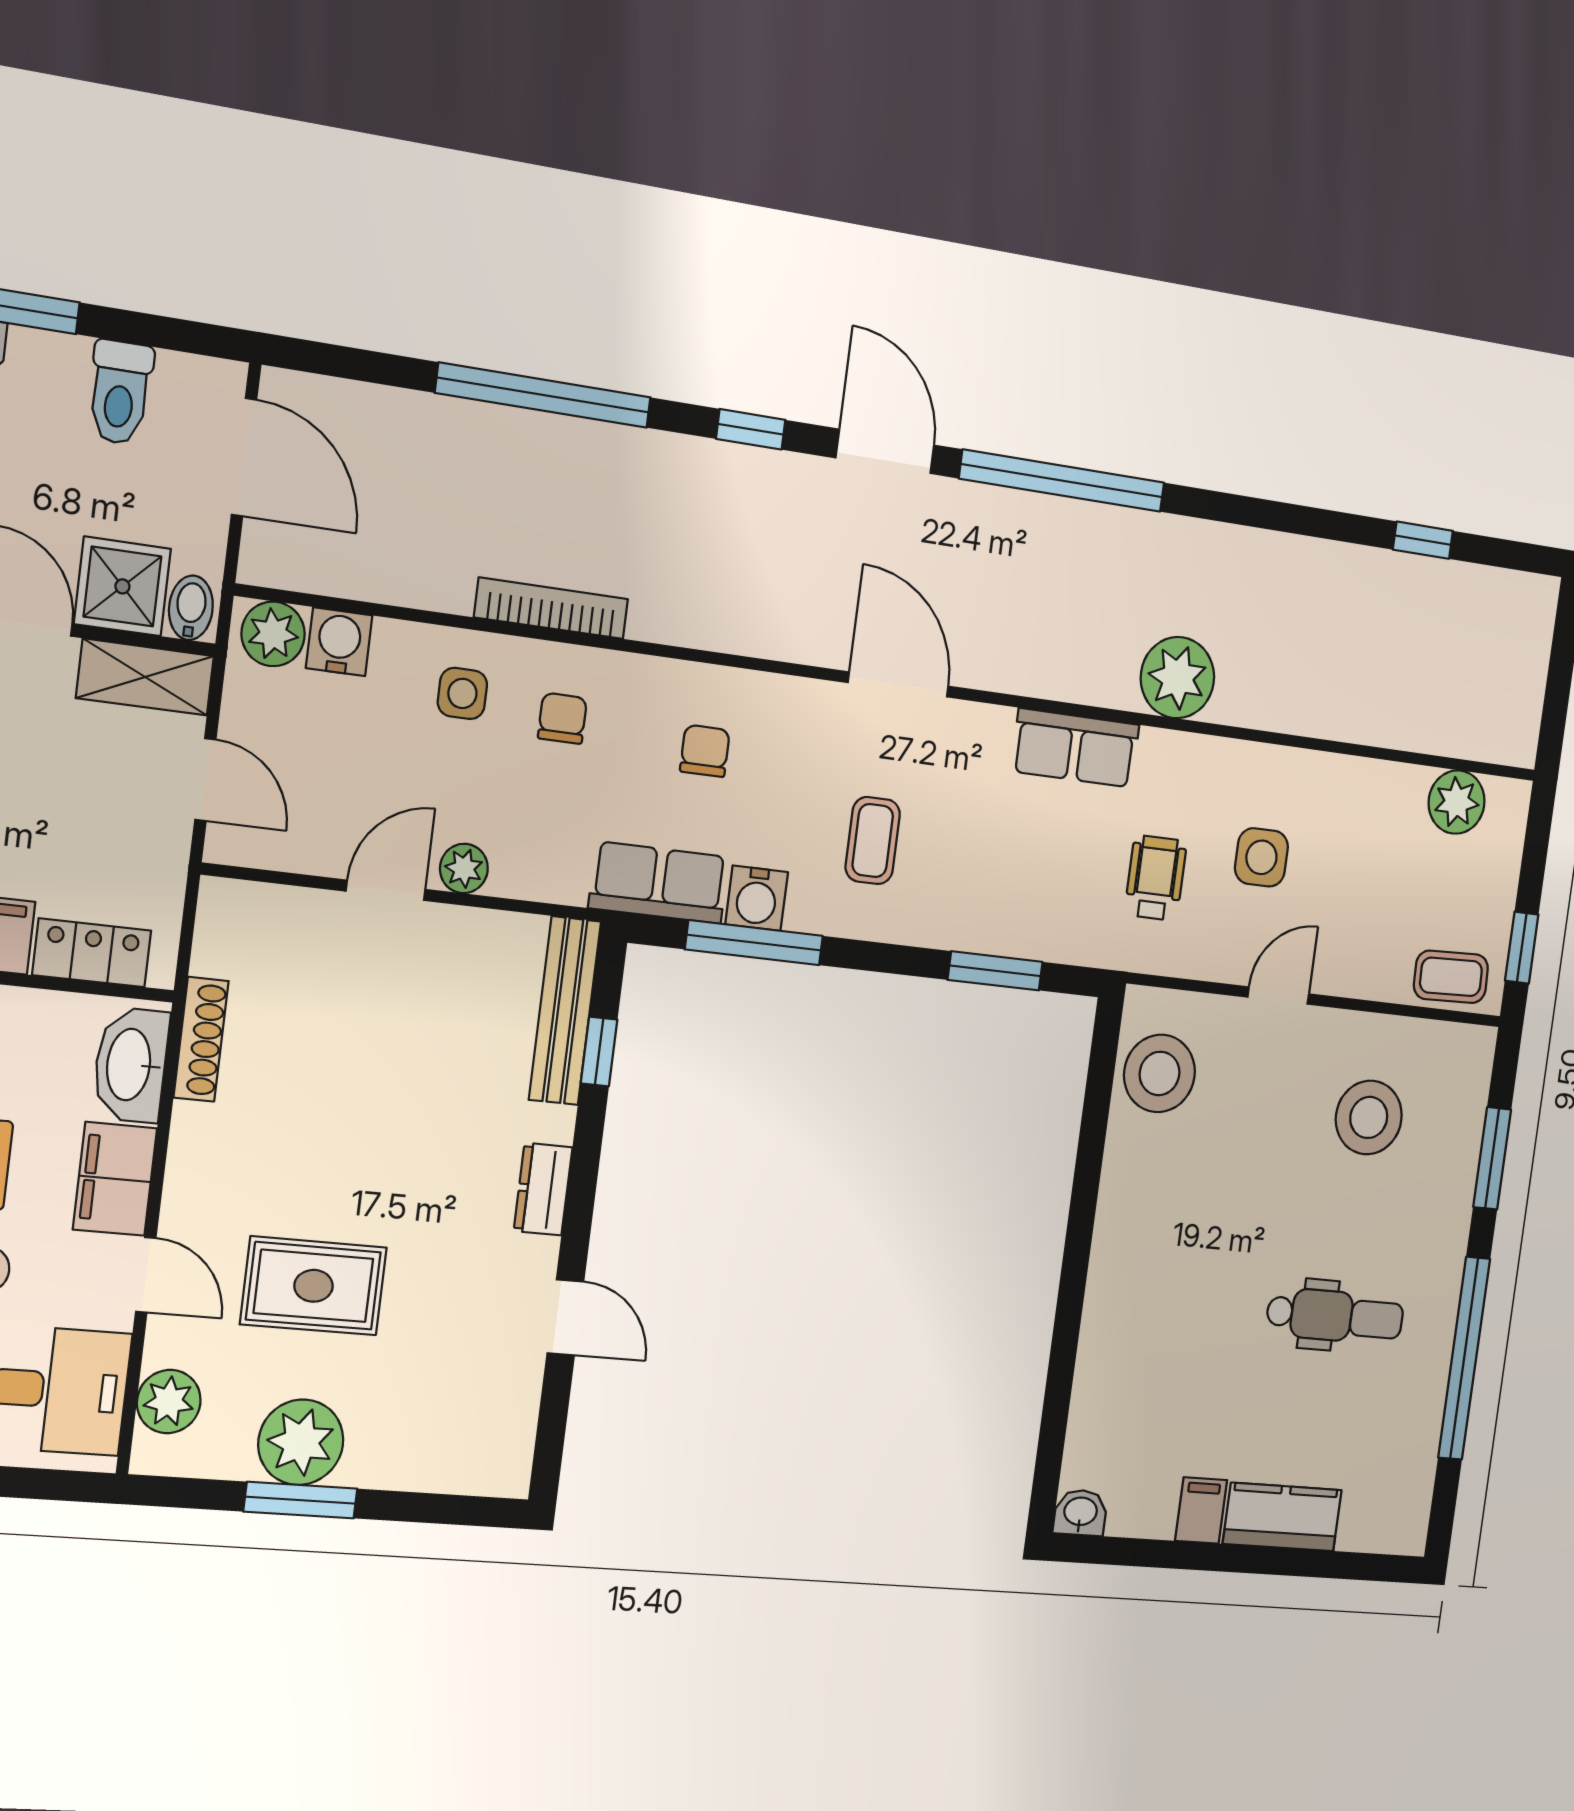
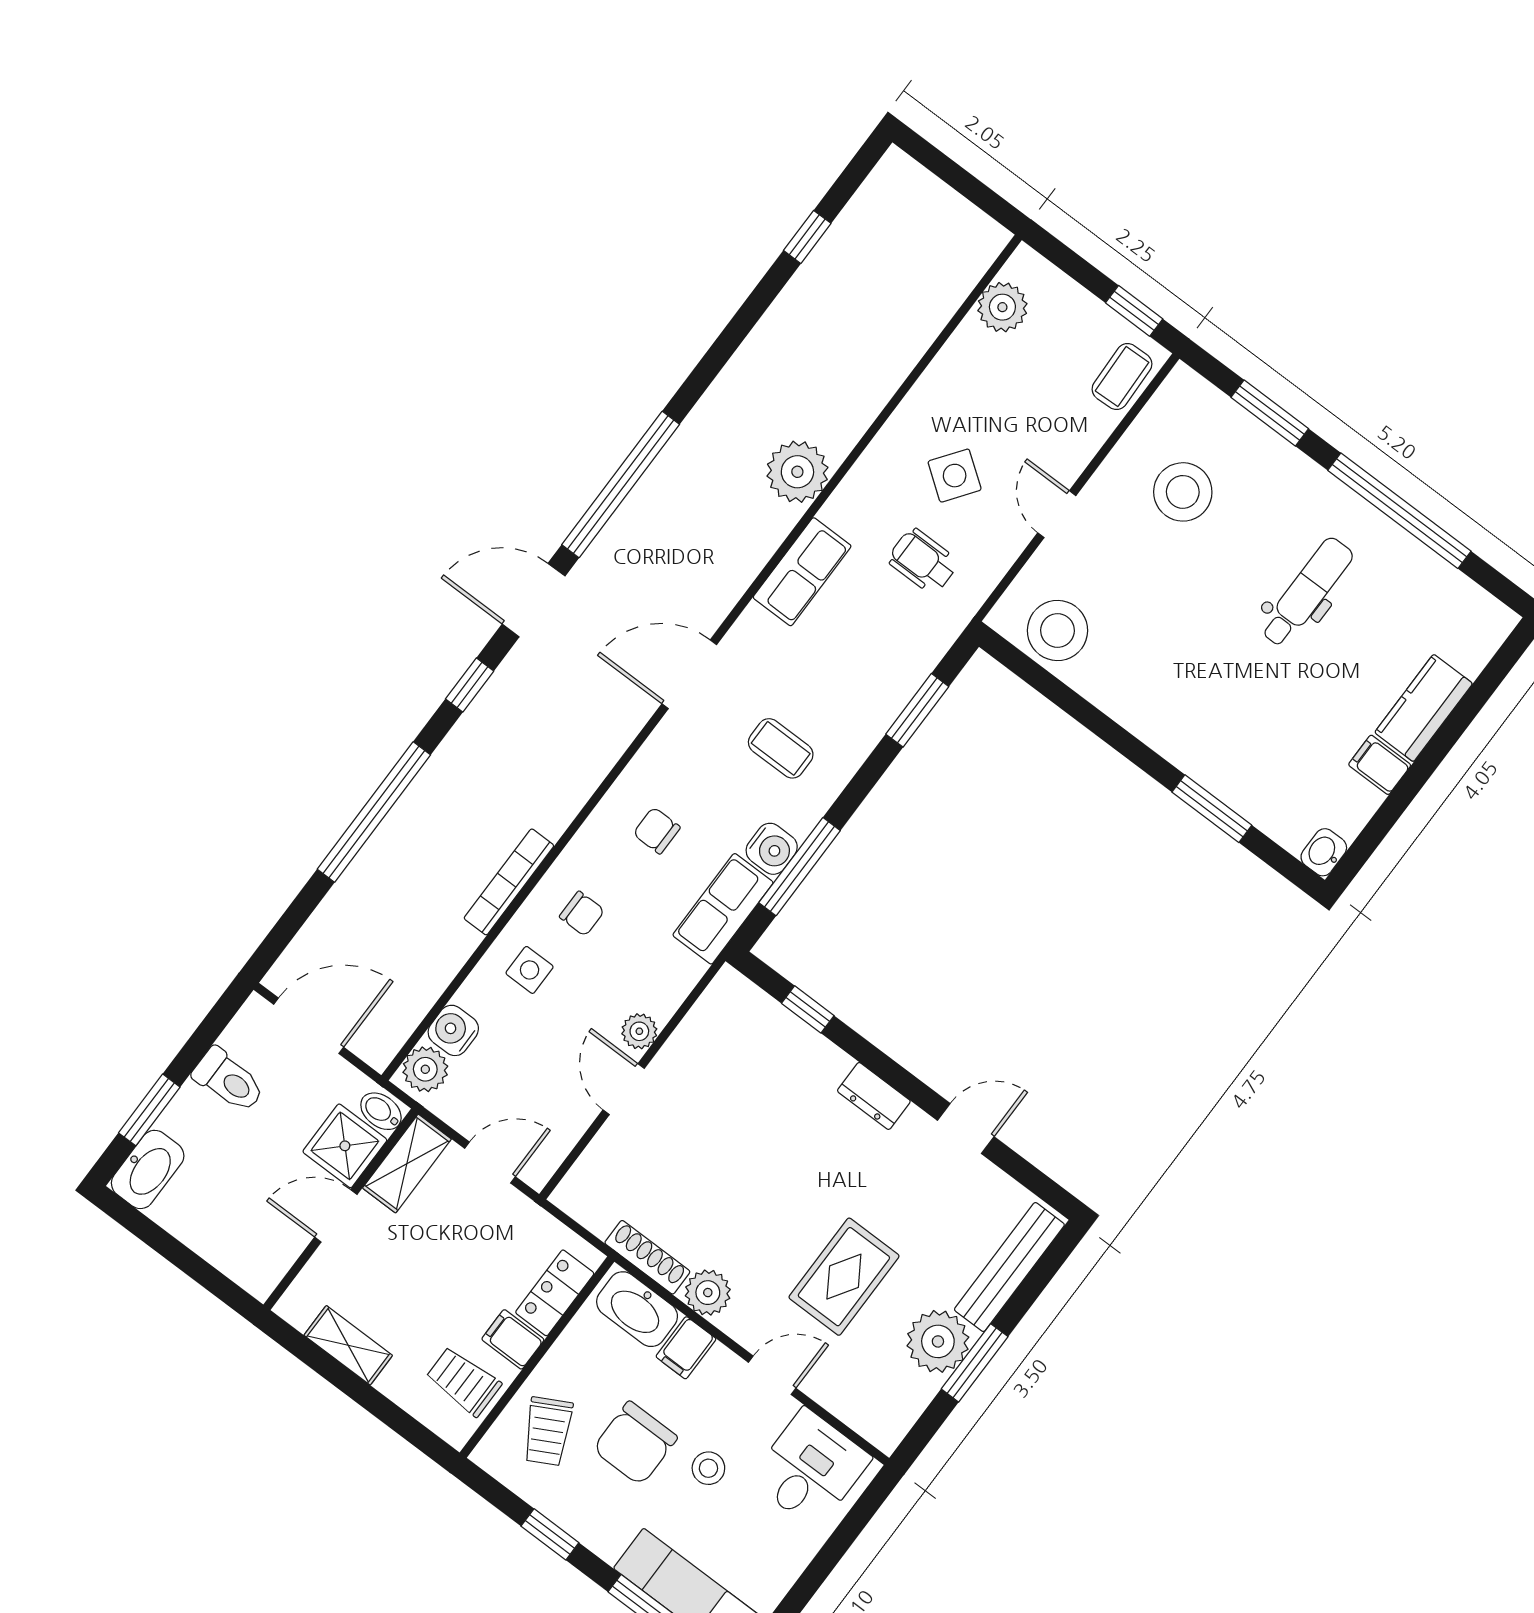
chair: (562, 718) -> (582, 914), turned 180
side table: (1261, 857) -> (955, 476), turned 36
bench: (565, 1011) -> (1009, 1267), moved, turned 90
filing cabinet: (115, 1179) -> (686, 1348), width x0.50
window: (1062, 1363) -> (1212, 809), added
plant: (169, 1402) -> (708, 1293), moved

